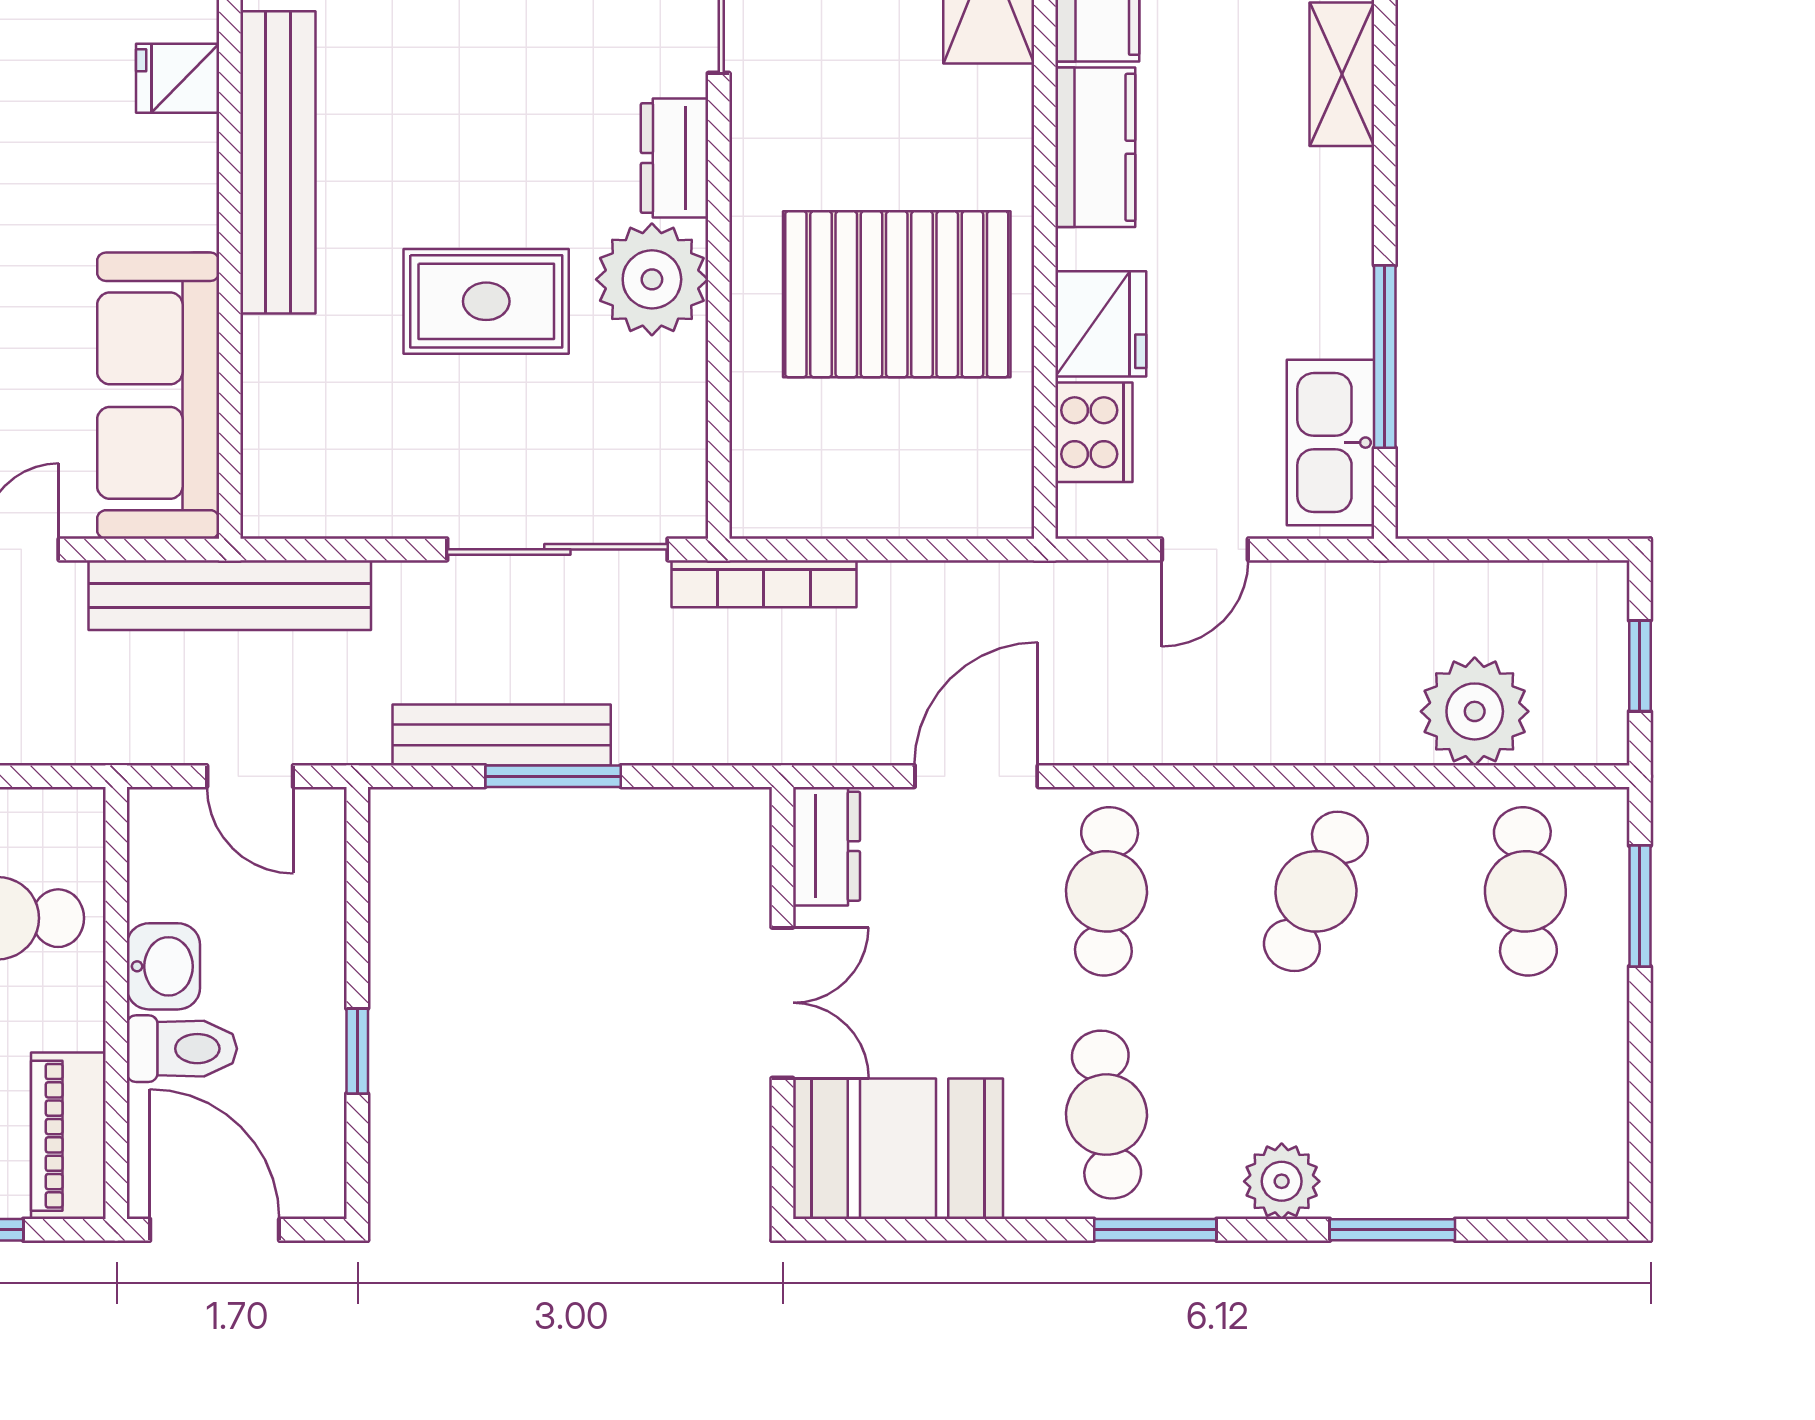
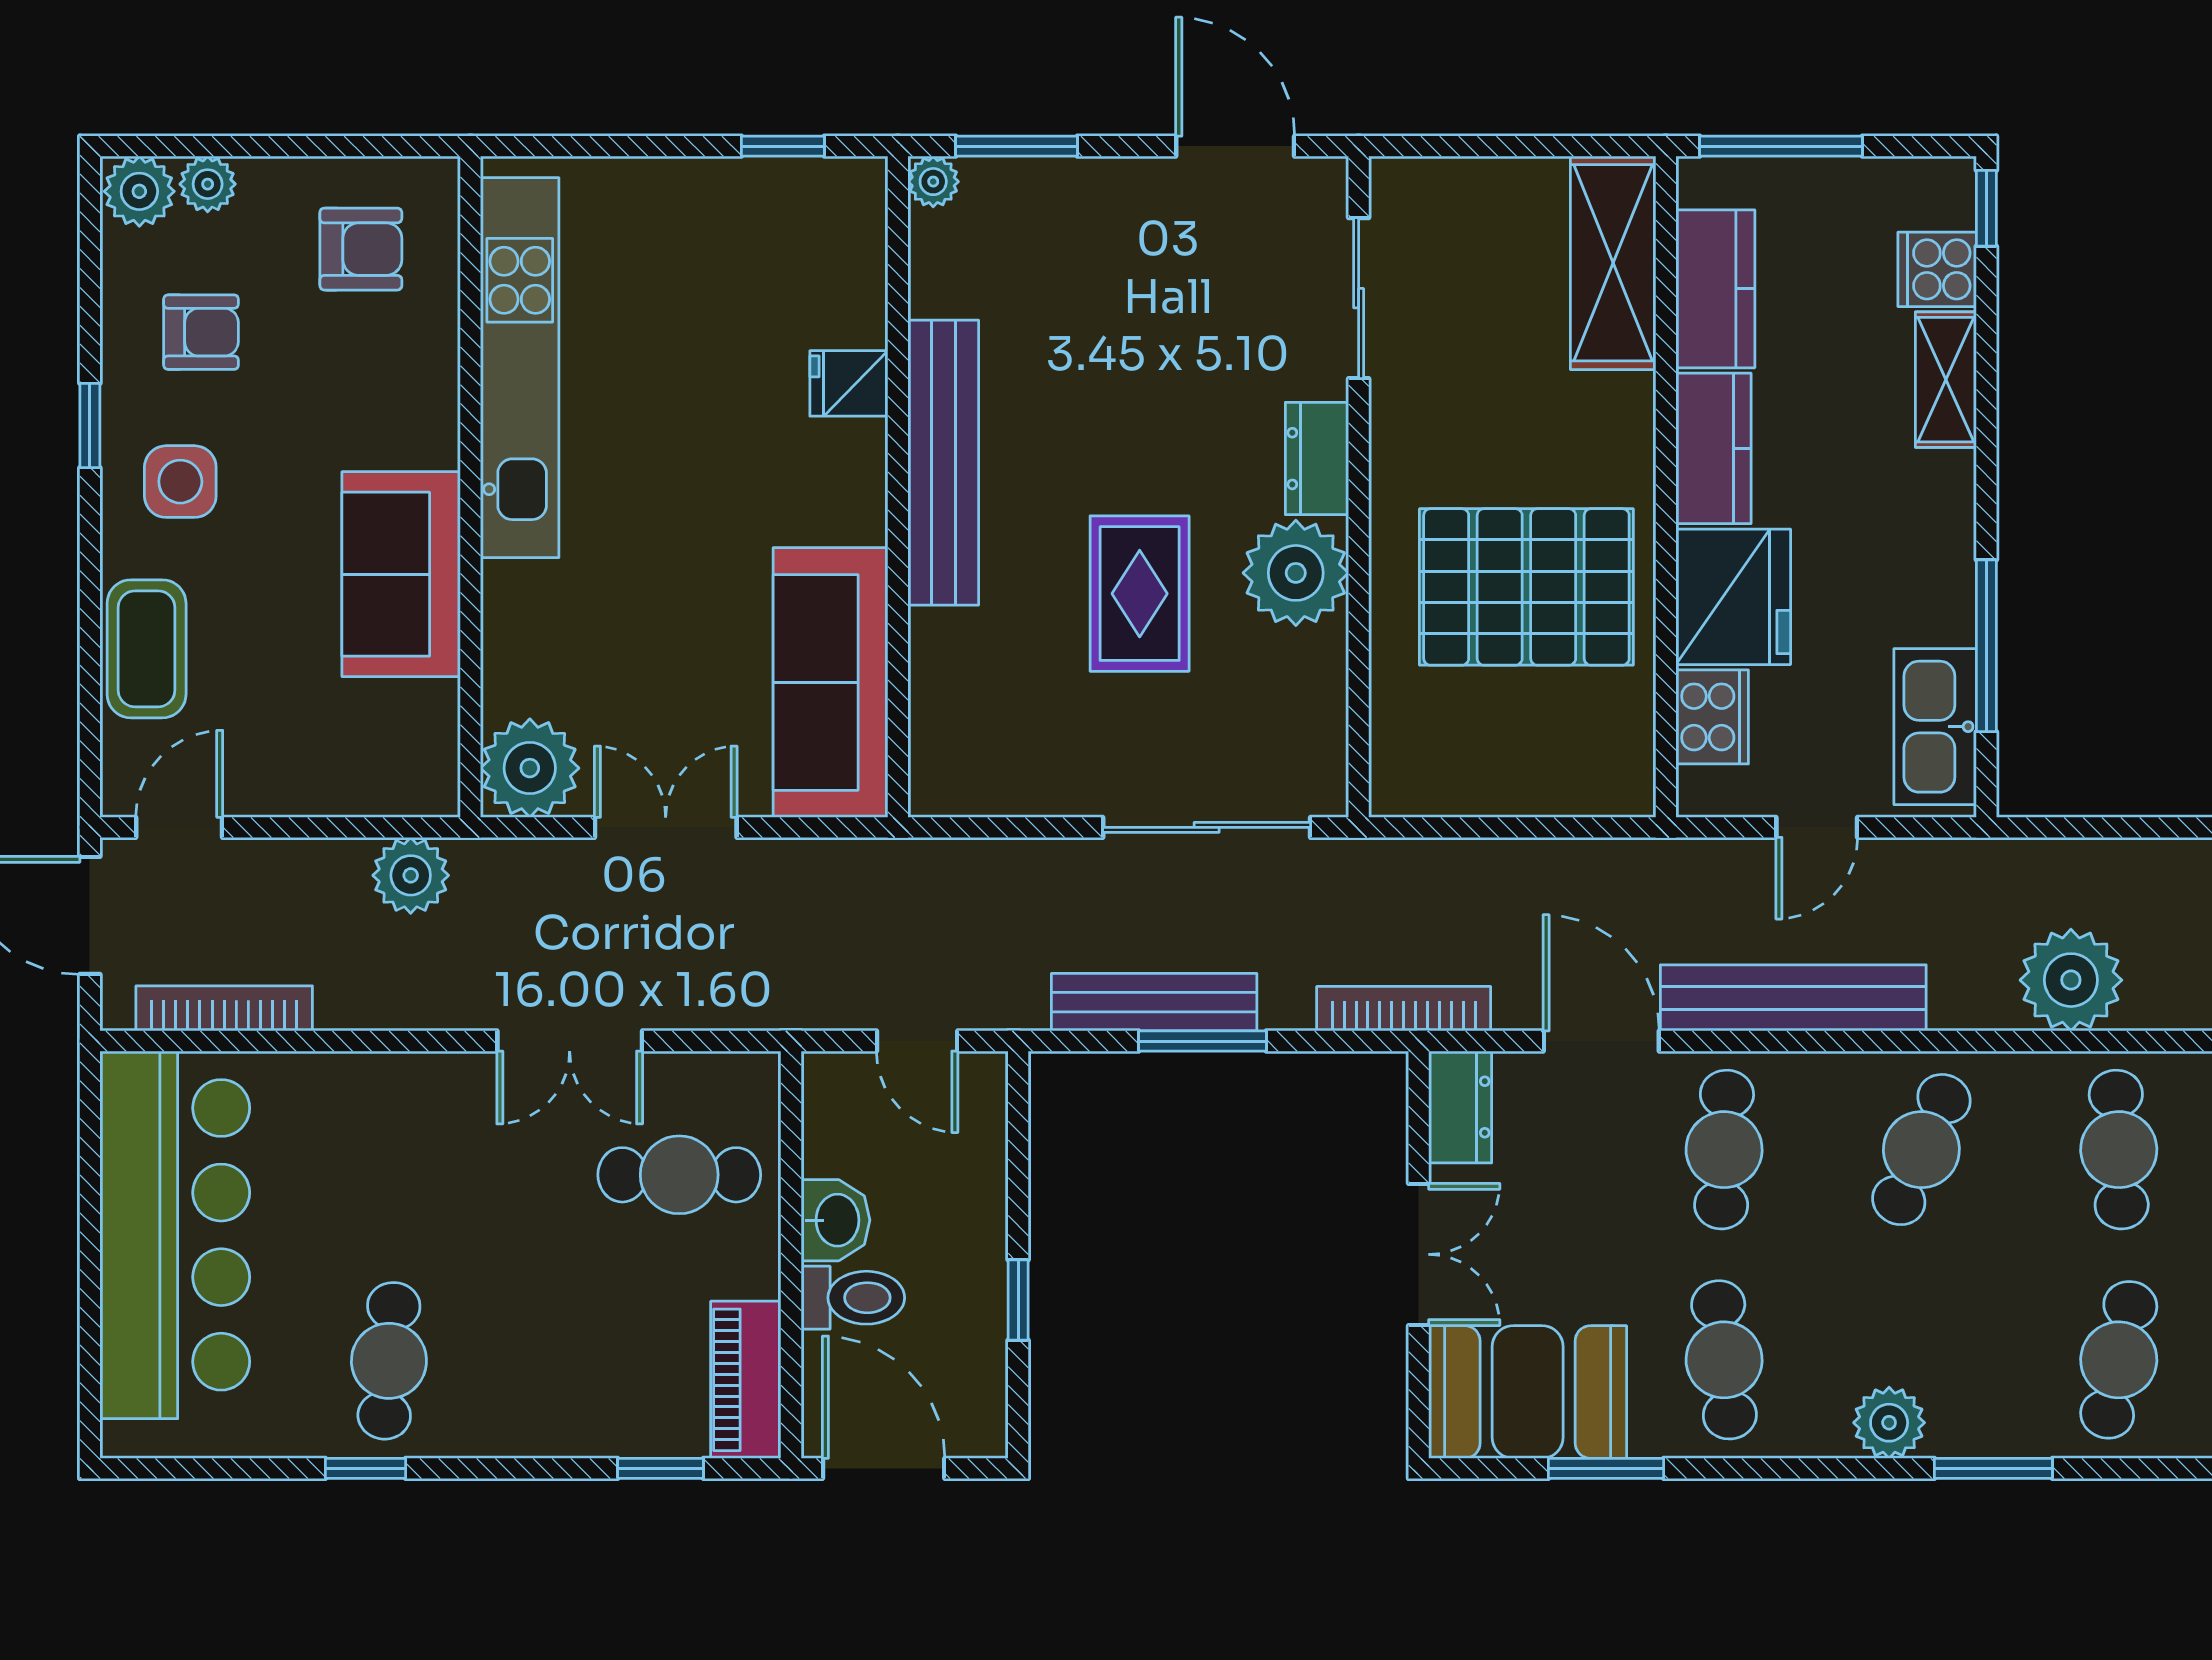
rug: (486, 301) -> (1140, 594), turned 90
fridge: (1101, 324) -> (1733, 597), width x1.36, depth x1.34
bookcase: (764, 584) -> (1404, 1009), moved, turned 180
bench: (230, 595) -> (1793, 998), moved
door: (976, 776) -> (1601, 1041), hinge flipped
cafe table: (1525, 1115) -> (2119, 1360), added
window: (1155, 1230) -> (1606, 1468), moved

